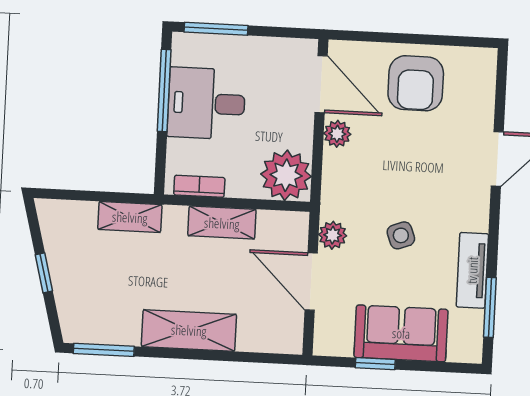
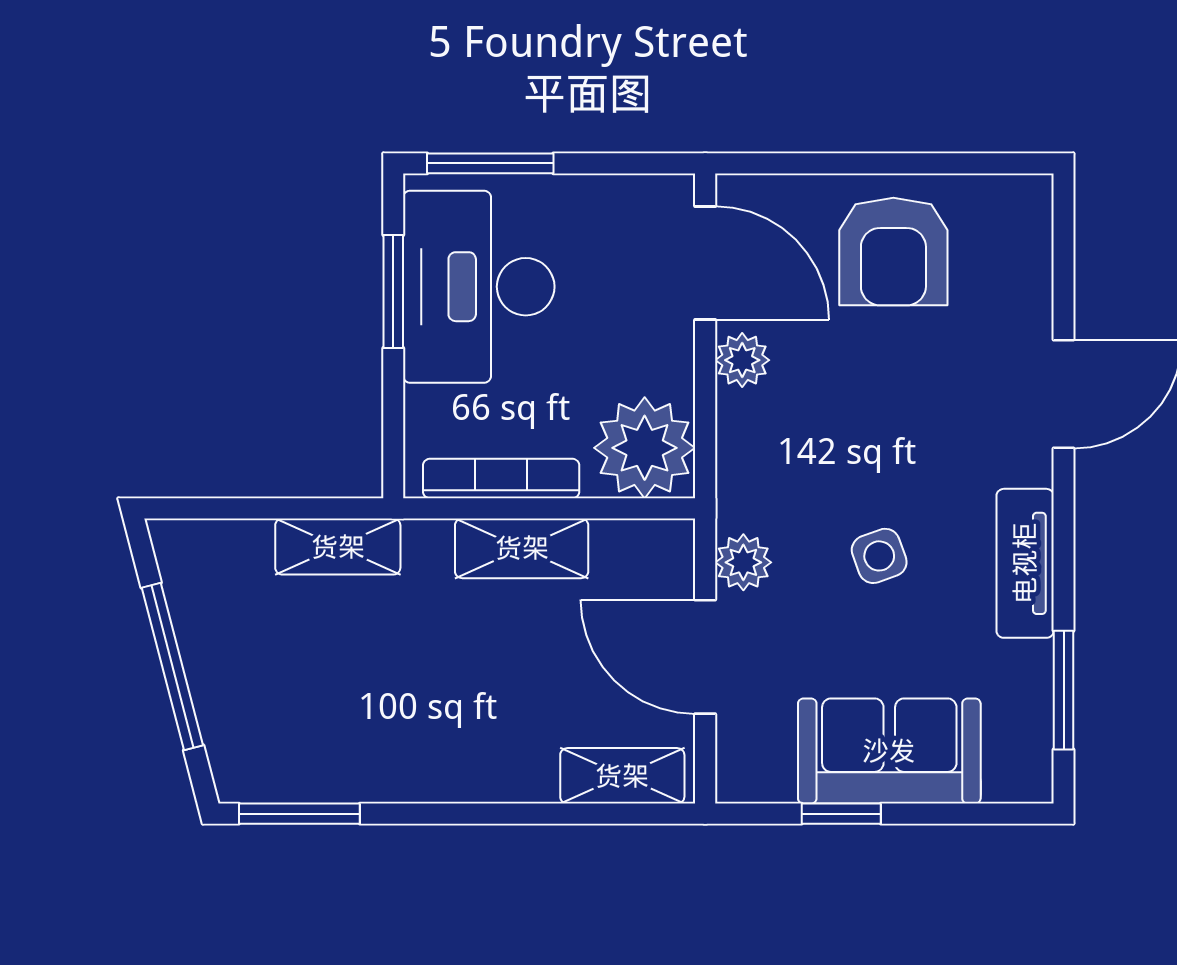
window: (164, 91) -> (393, 291), width x0.69
desk: (206, 103) -> (479, 287), width x1.37
bookcase: (199, 186) -> (501, 478), width x1.56
tv unit: (472, 270) -> (1025, 563), moved
window: (44, 273) -> (172, 667), width x2.17
shelving: (189, 330) -> (622, 776), moved, width x0.67, depth x0.75

